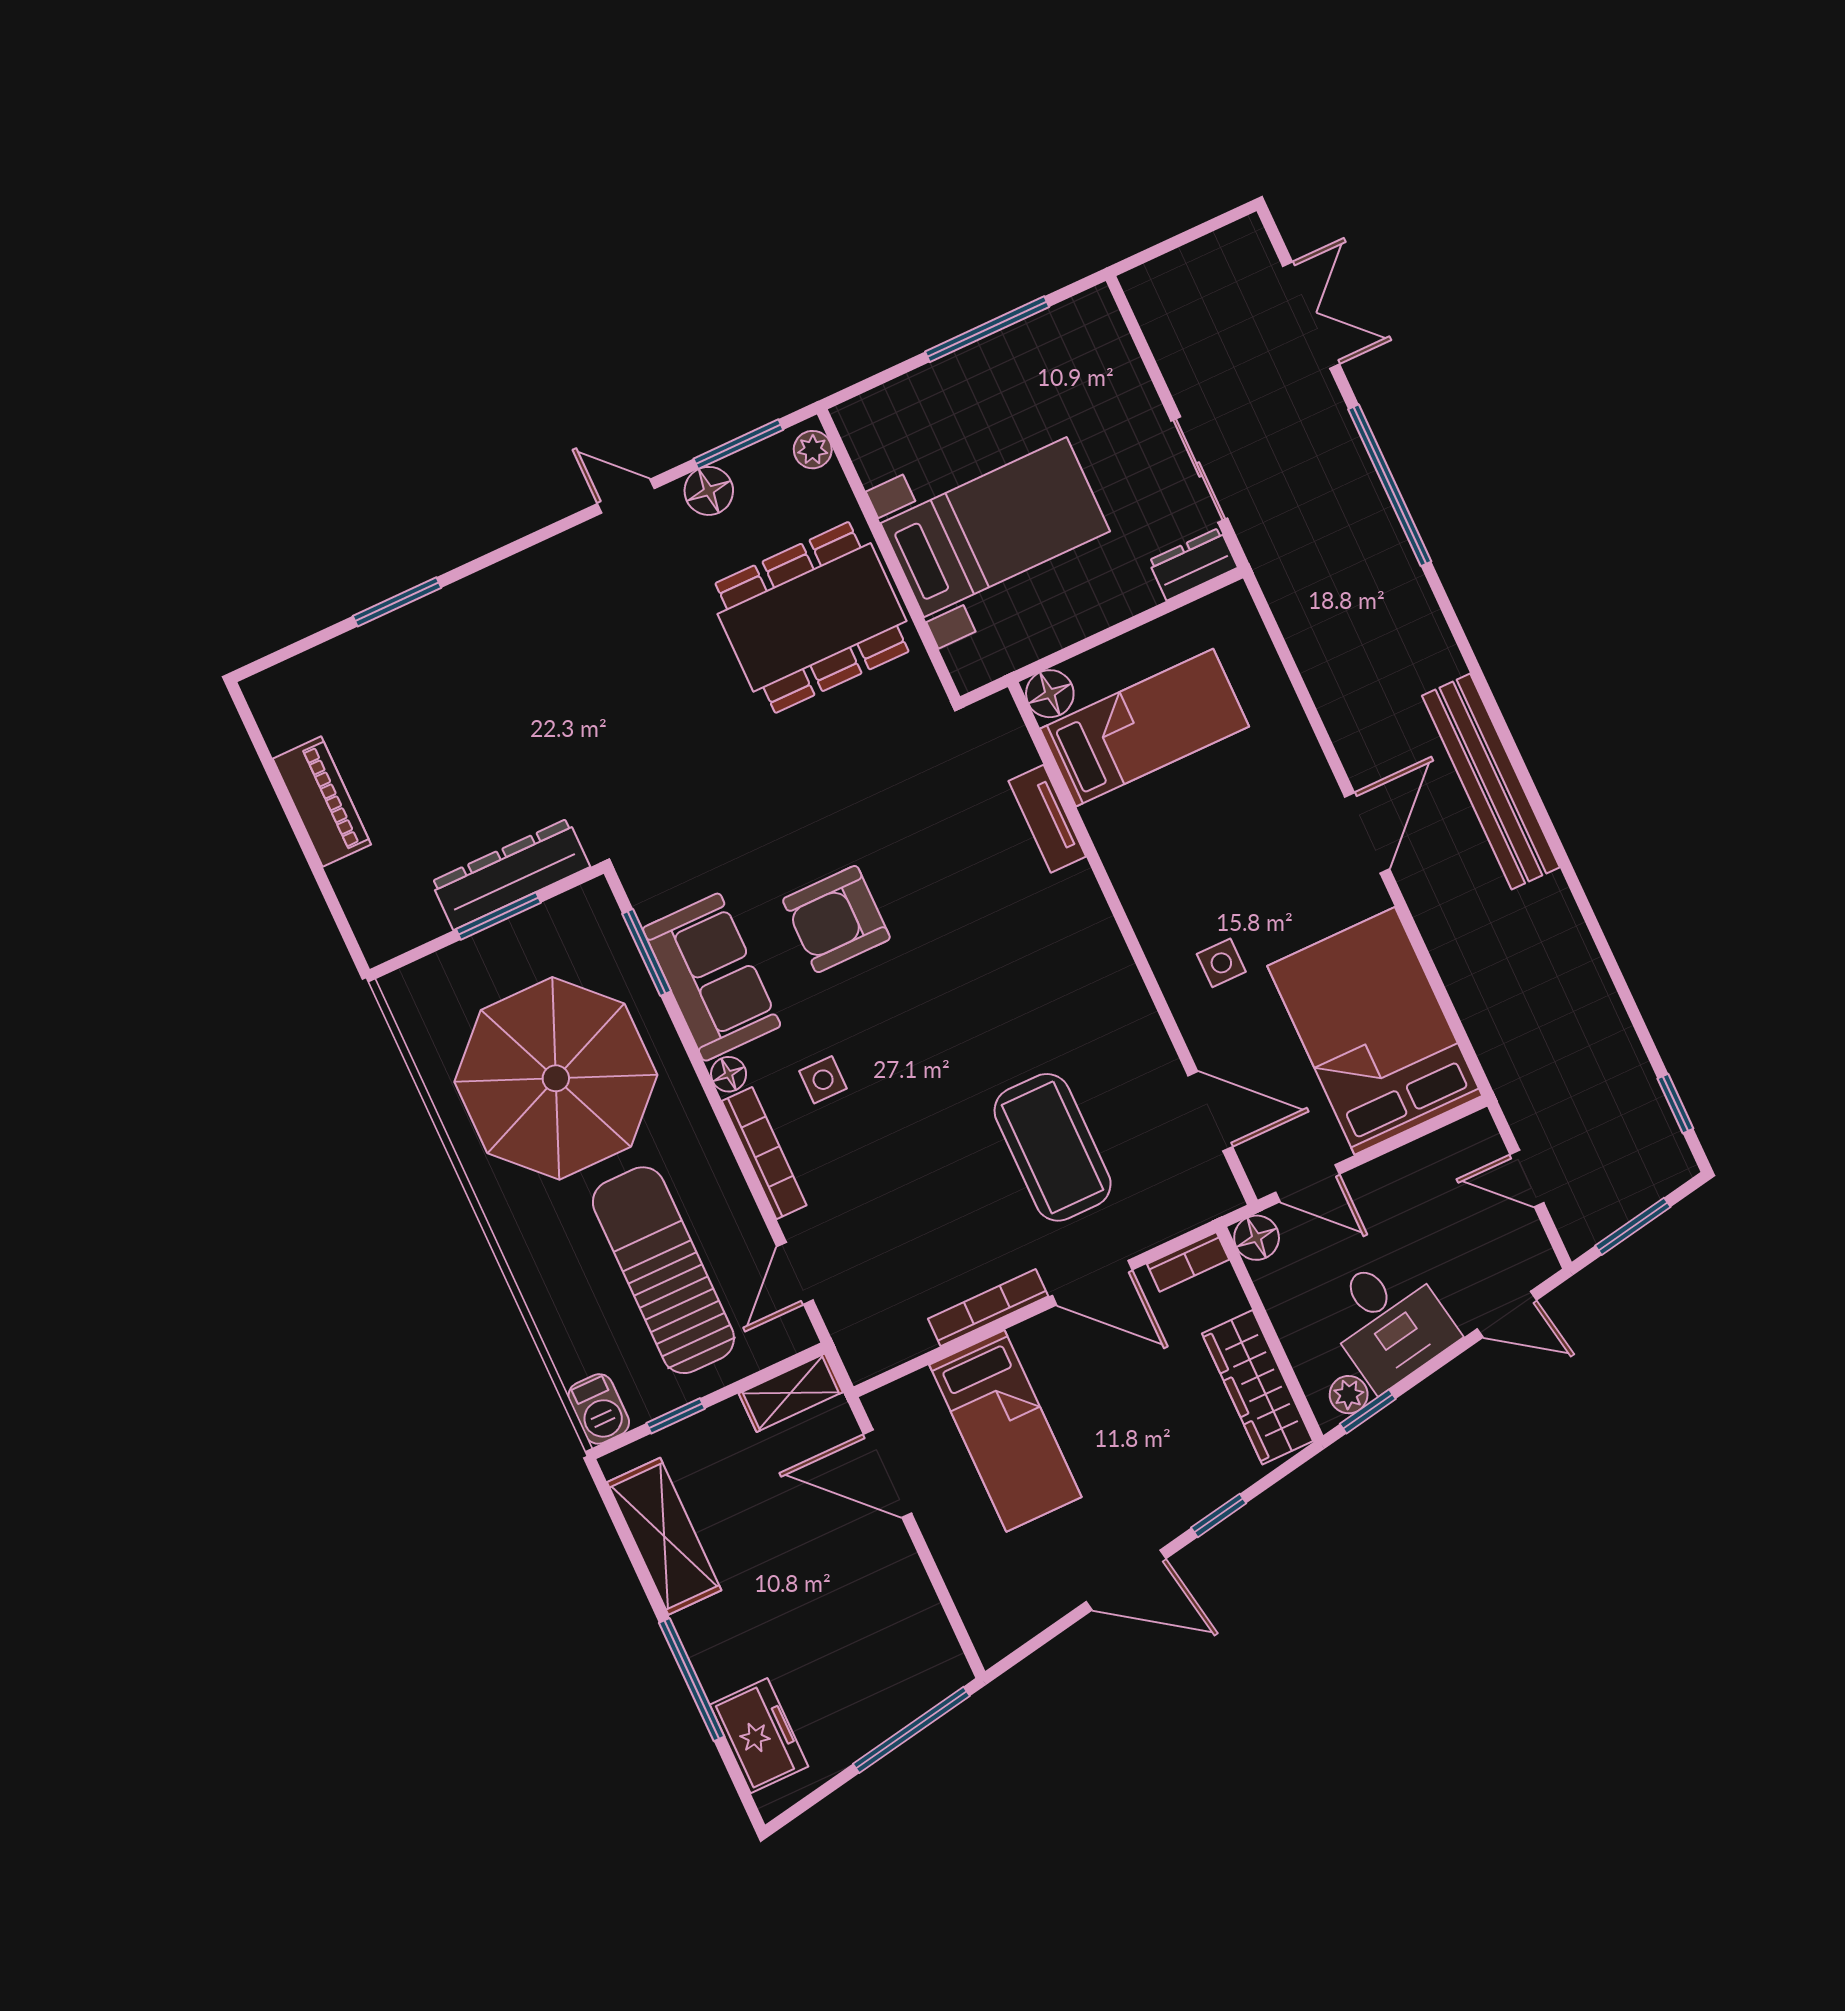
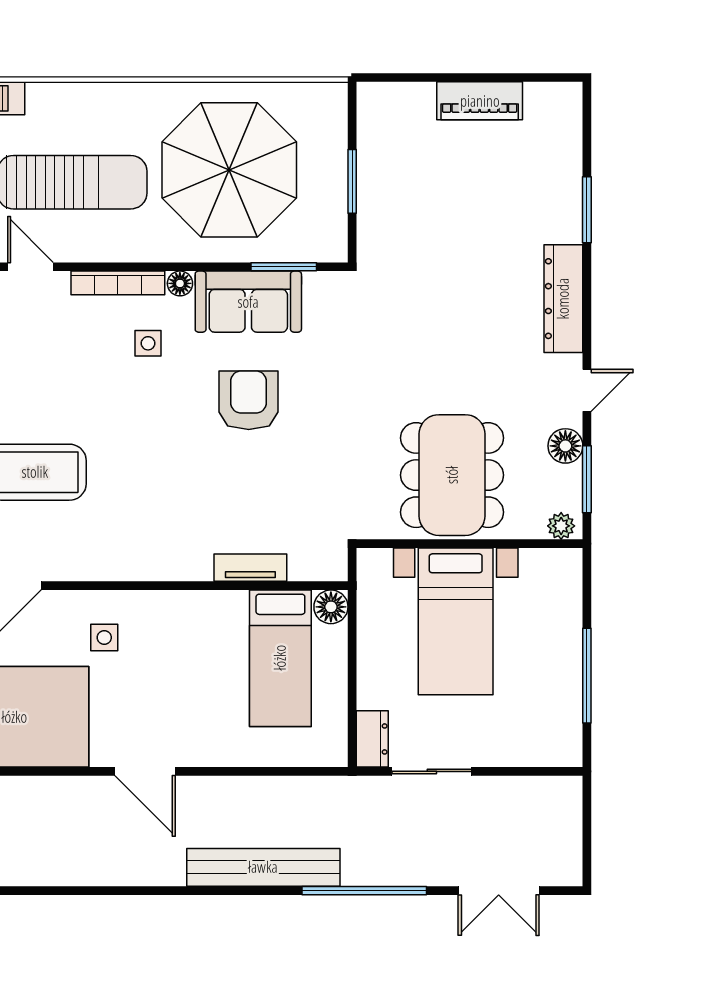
bench: (1491, 781) -> (263, 867), moved
dresser: (511, 874) -> (563, 299), moved, turned 180

